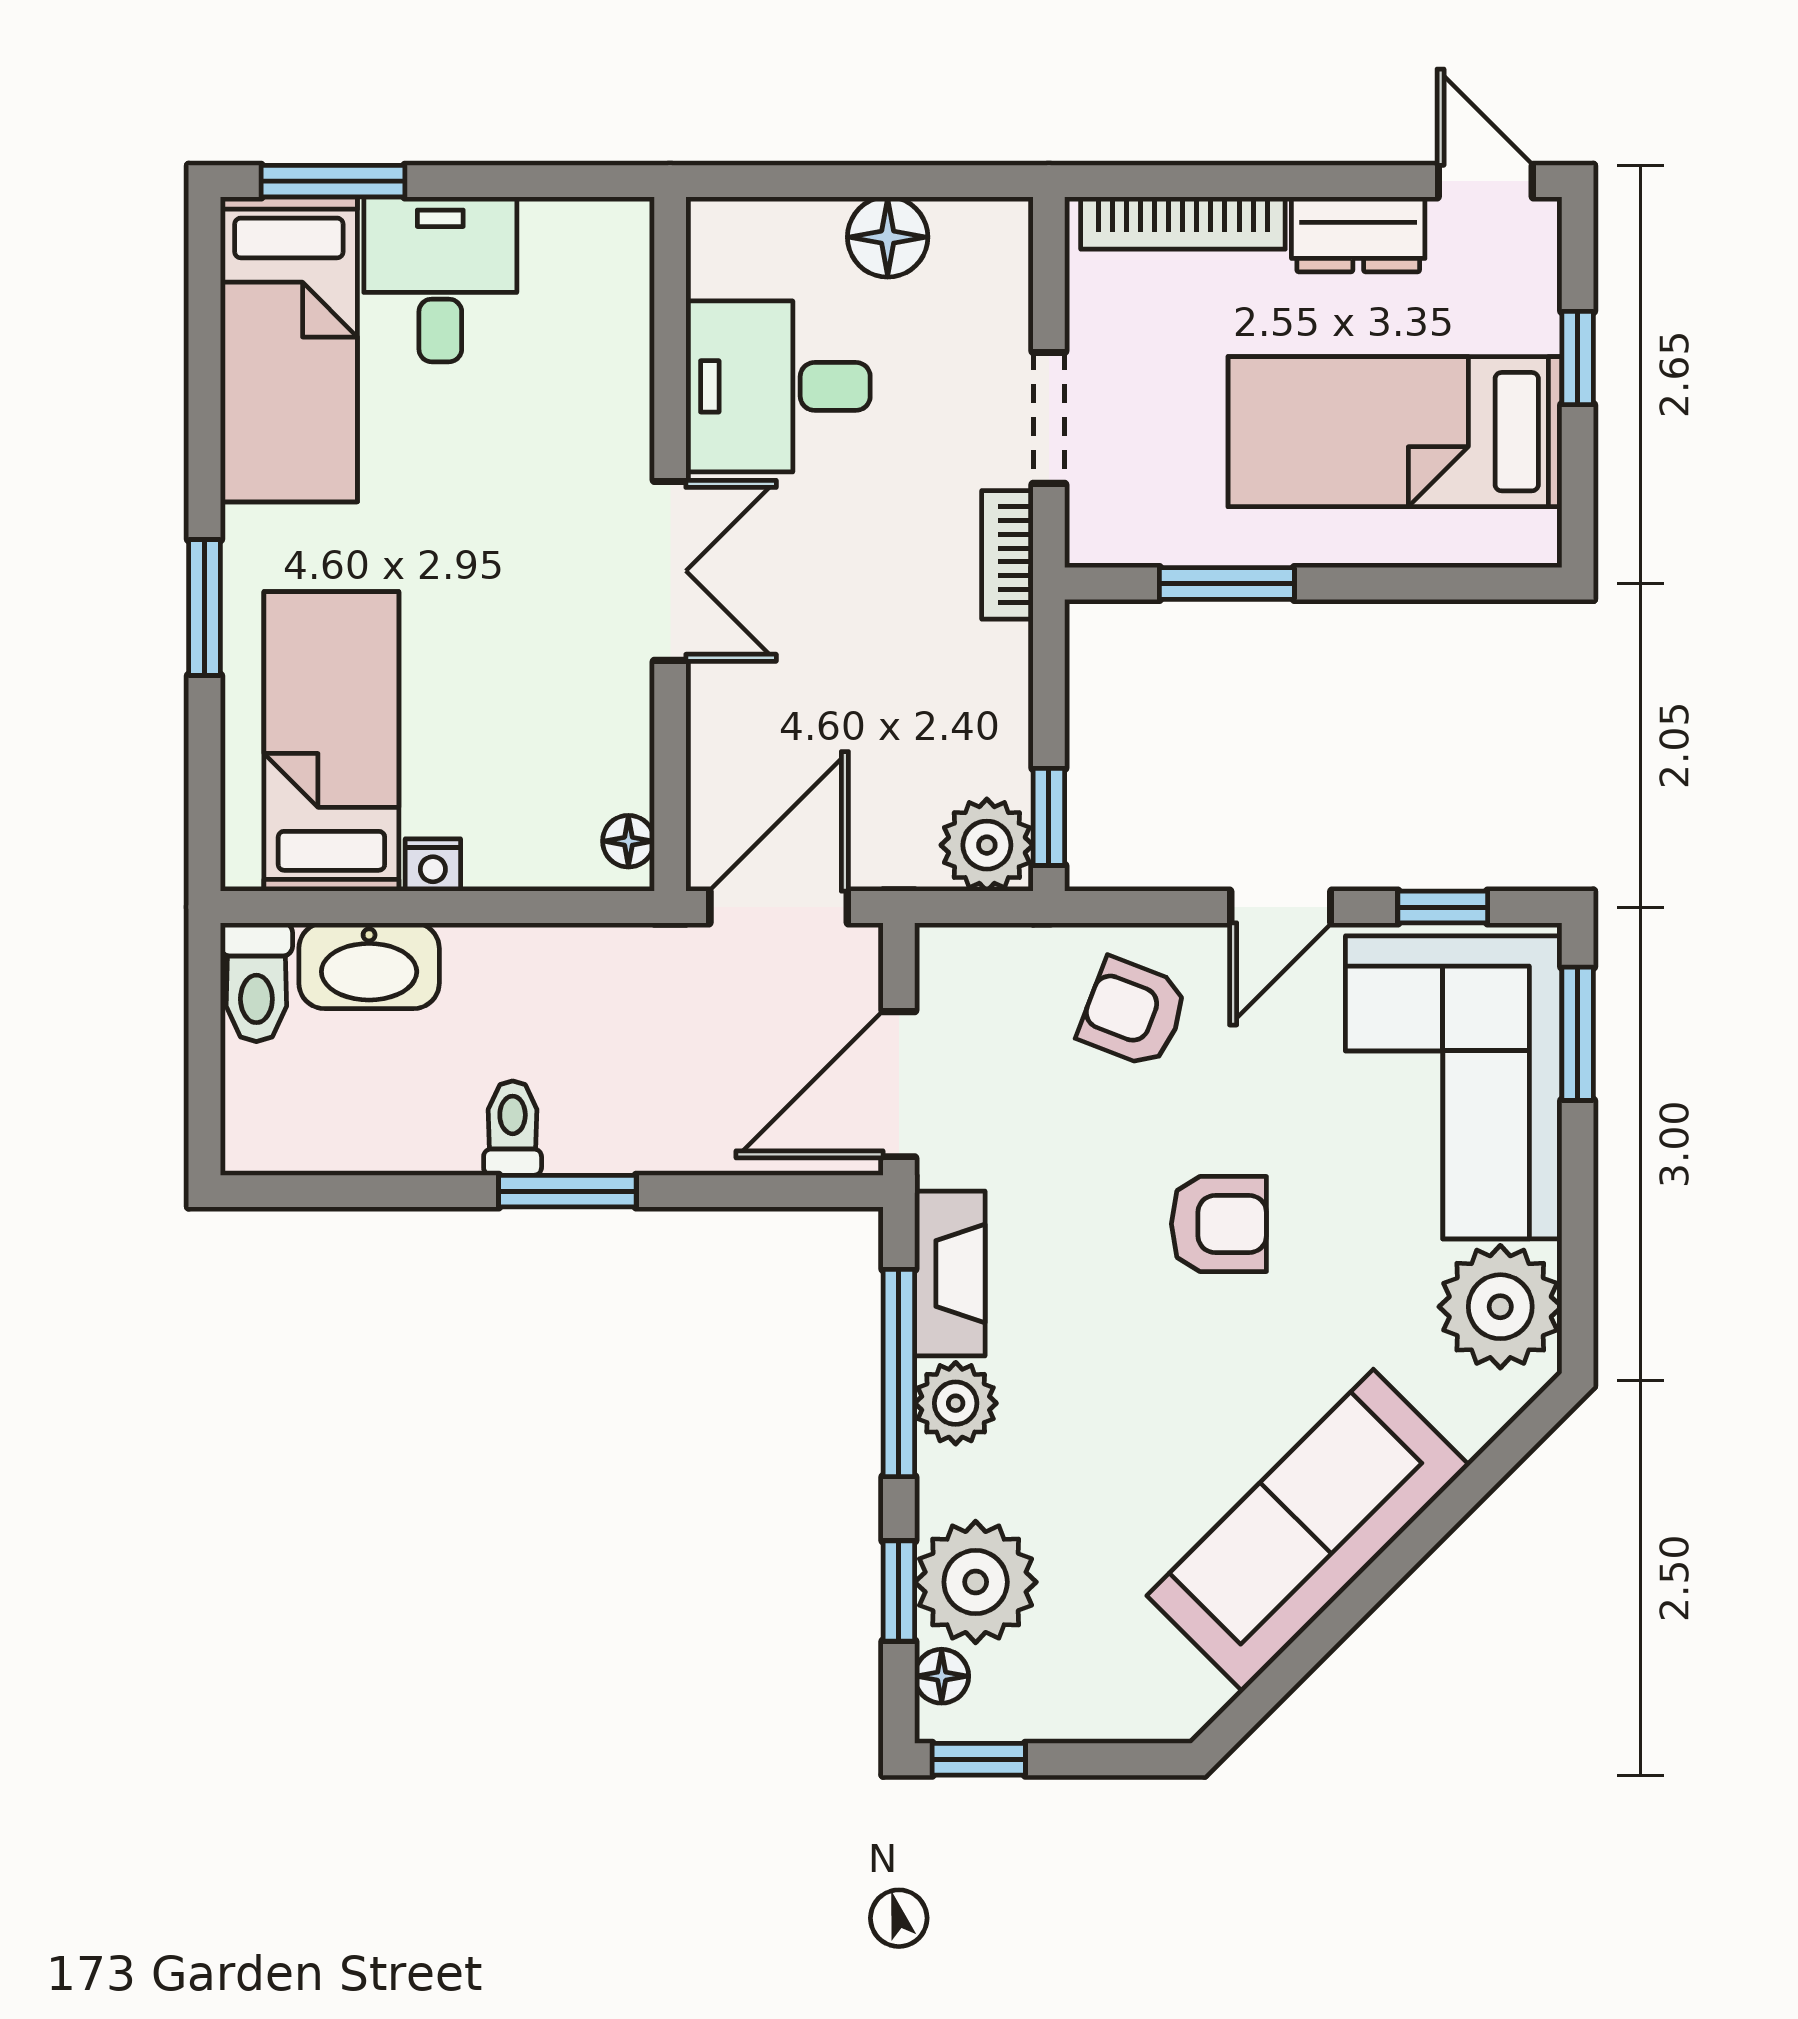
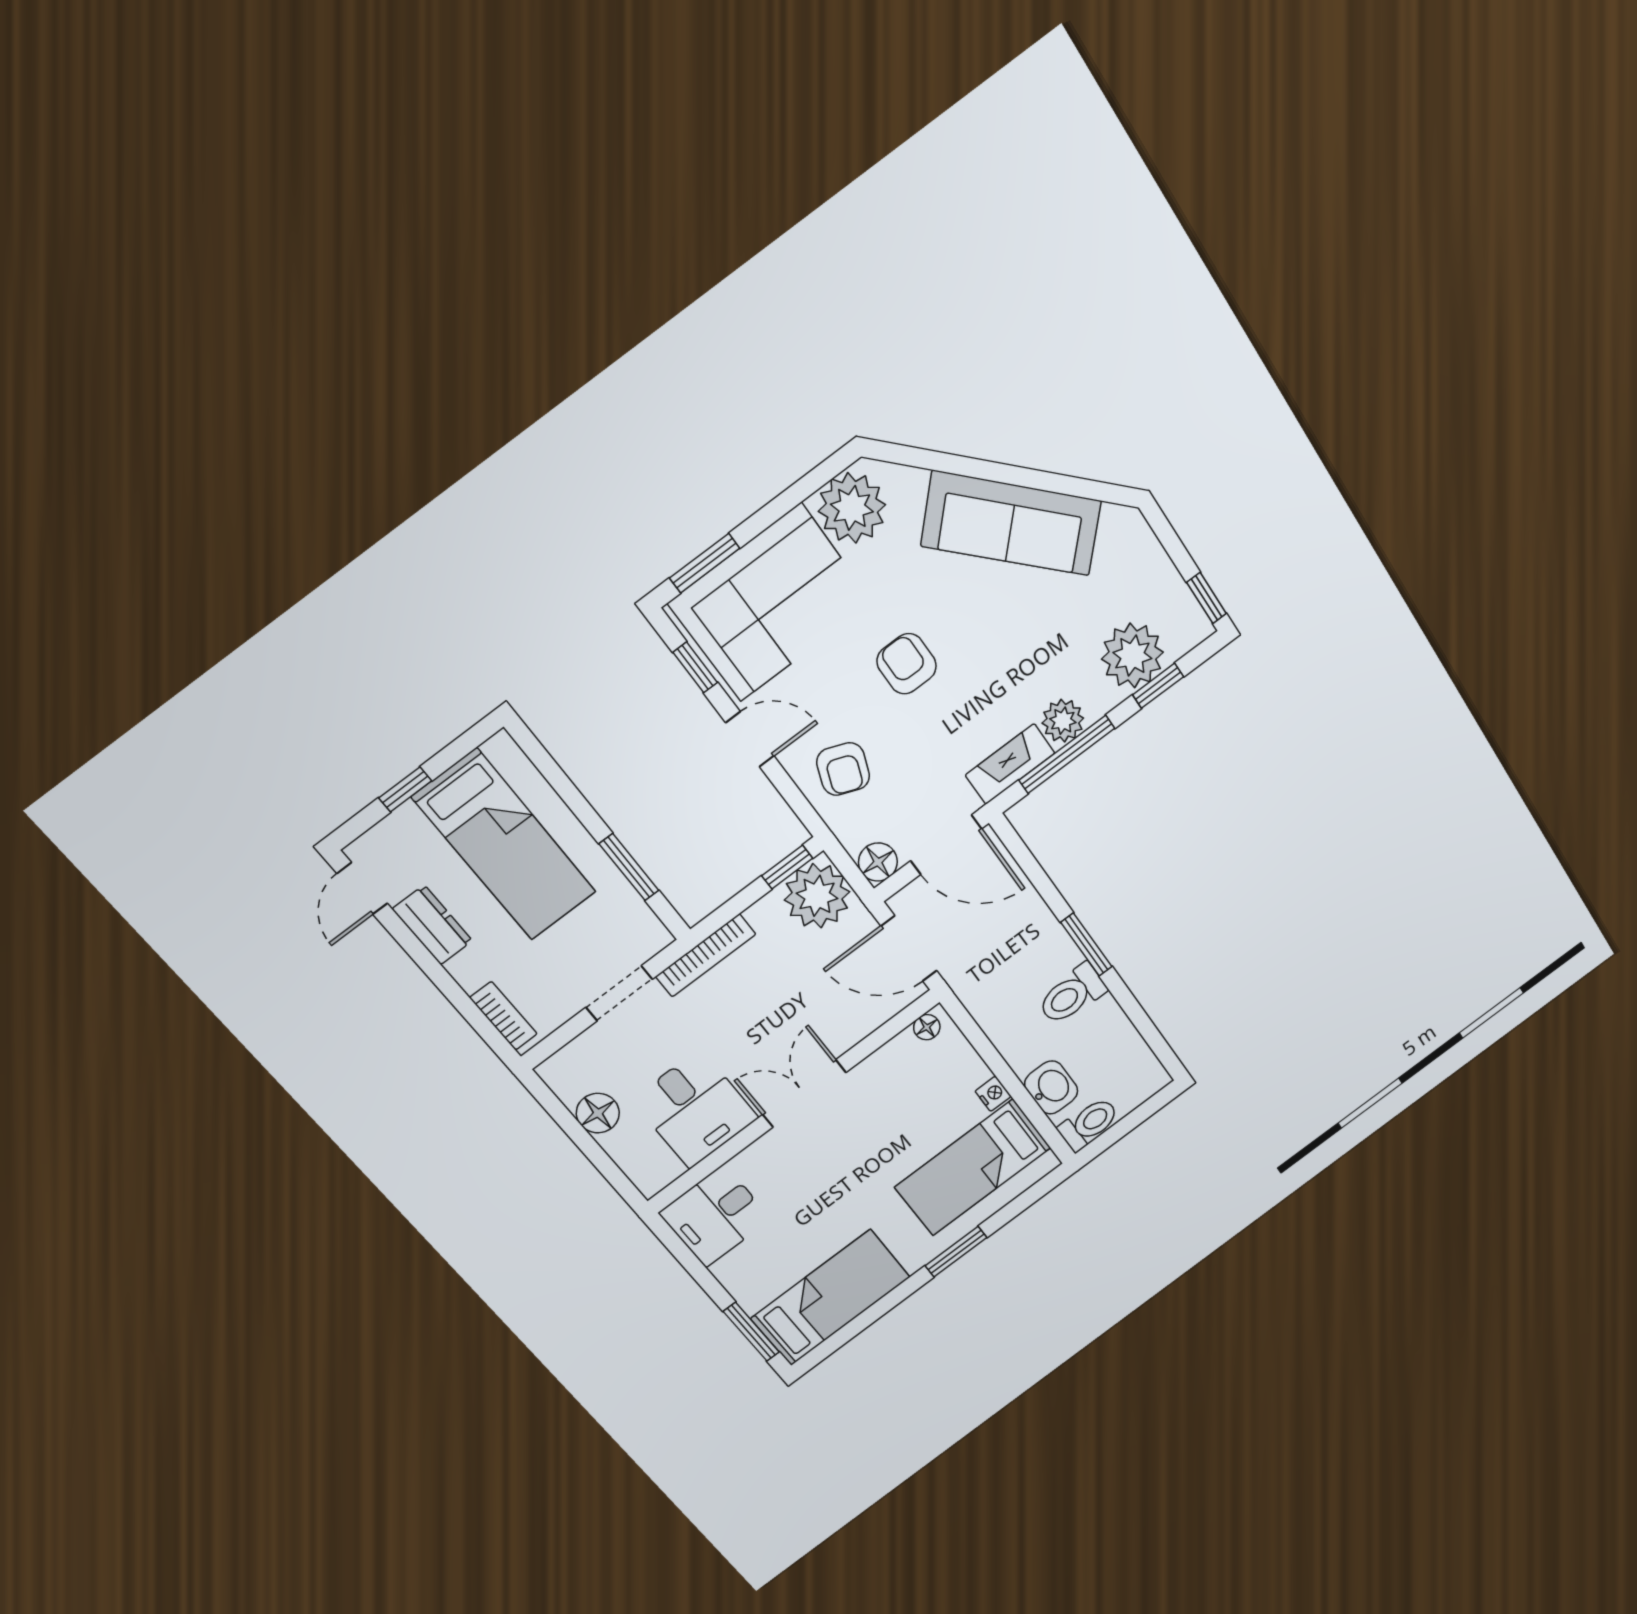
bookcase: (1183, 223) -> (504, 1016), width x0.64
desk: (440, 279) -> (715, 1216), moved
bookcase: (1007, 555) -> (706, 955), width x1.56
plant: (987, 845) -> (817, 896), width x1.36, depth x1.36
washbasin: (369, 966) -> (1051, 1087), width x0.72
toilet: (513, 1128) -> (1072, 994), width x1.37, depth x1.39
floor lamp: (942, 1676) -> (878, 862), moved, width x1.37, depth x1.37

